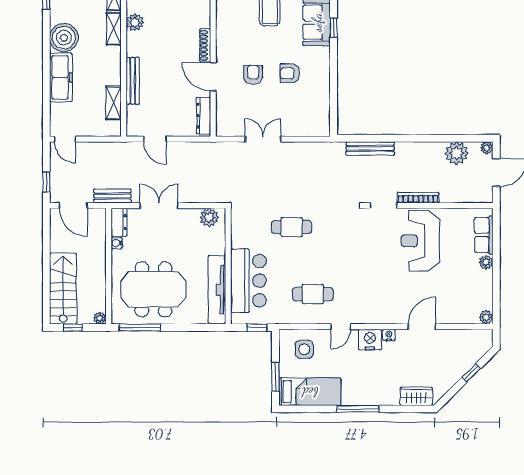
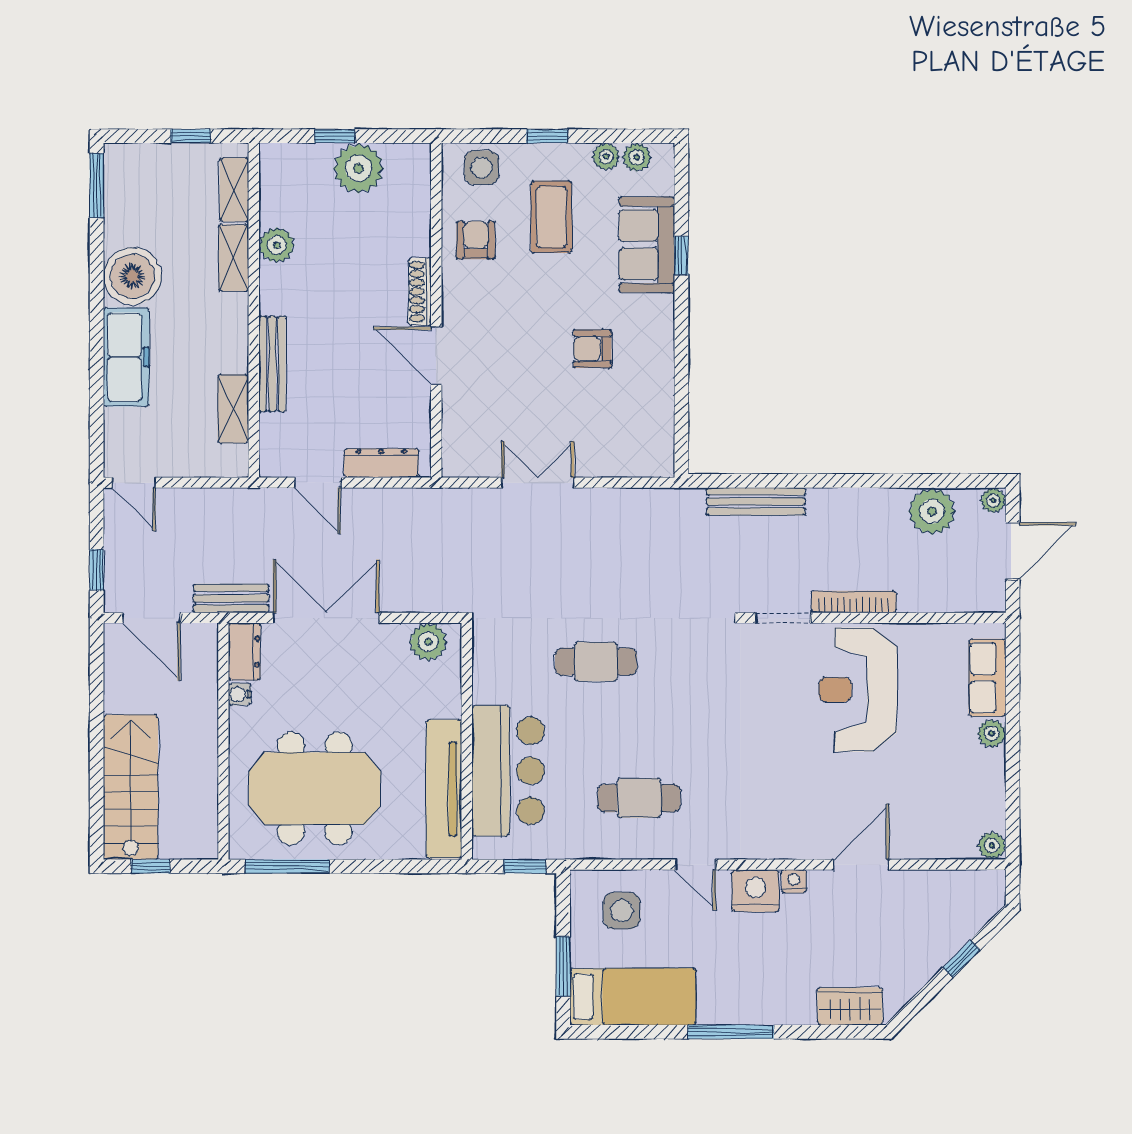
armchair: (253, 75) -> (476, 240), moved
dresser: (204, 116) -> (381, 463), moved, turned 90
double door: (159, 206) -> (326, 618), width x1.37
plant: (100, 318) -> (206, 847), removed
door: (341, 327) -> (696, 865), hinge flipped

